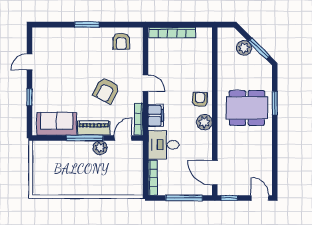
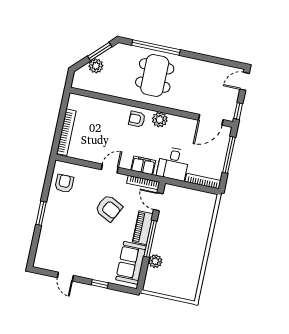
armchair: (121, 41) -> (64, 183), turned -90
window: (275, 103) -> (156, 47), width x2.11
plant: (100, 148) -> (155, 261), moved

